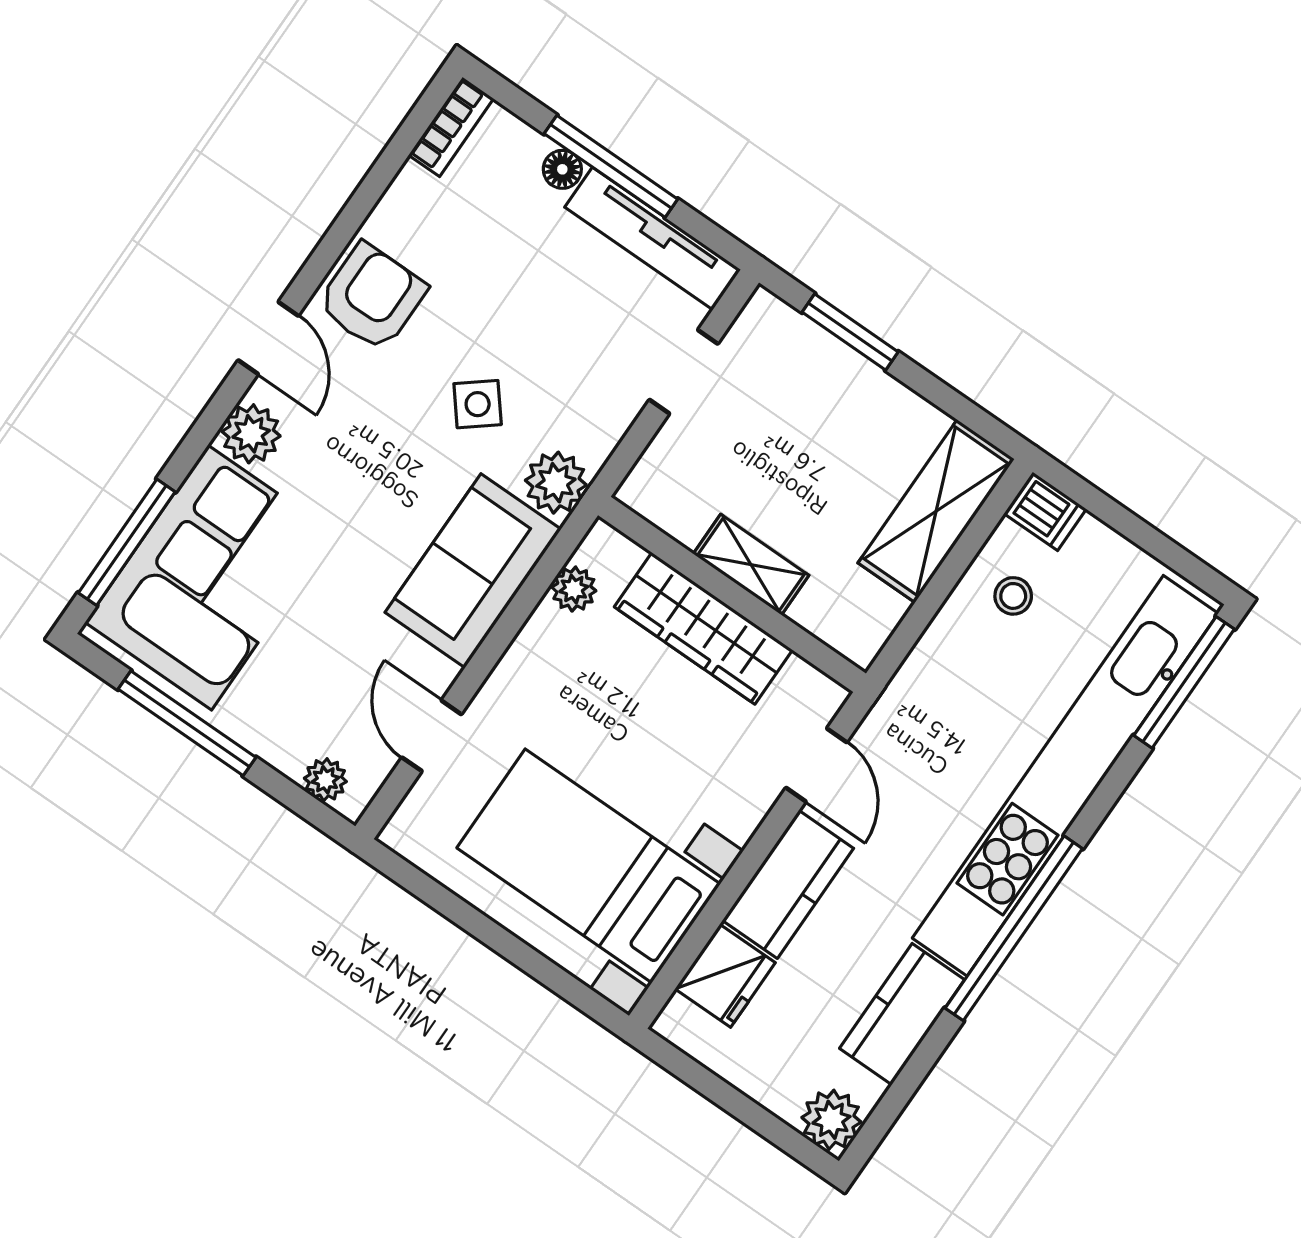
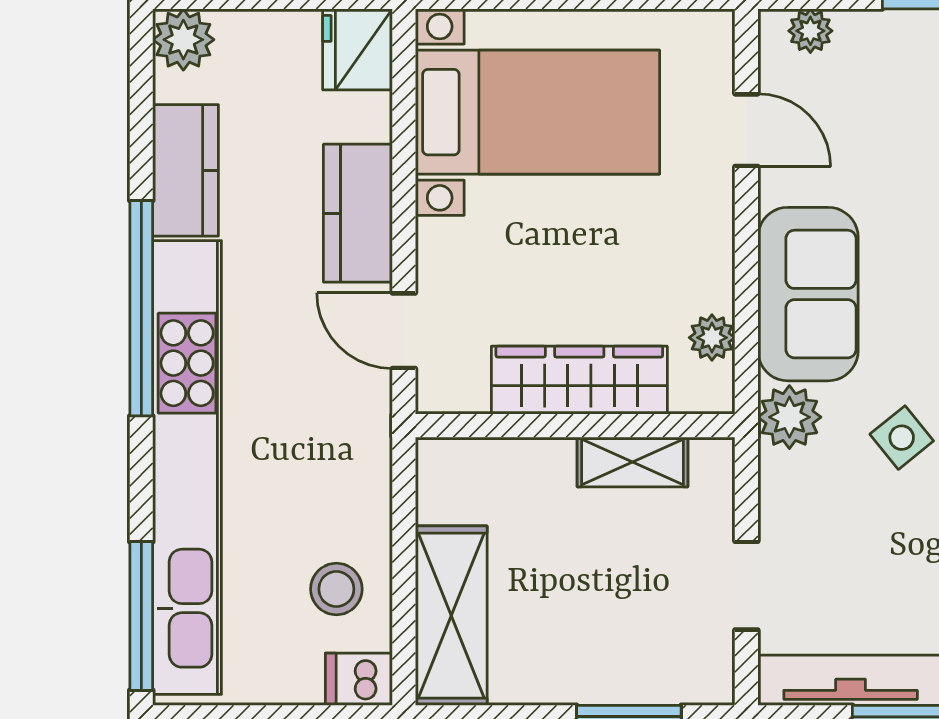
shelving: (751, 565) -> (632, 462), moved
stool: (1013, 596) -> (336, 589), width x1.37, depth x1.37
fridge: (725, 976) -> (358, 49), moved

